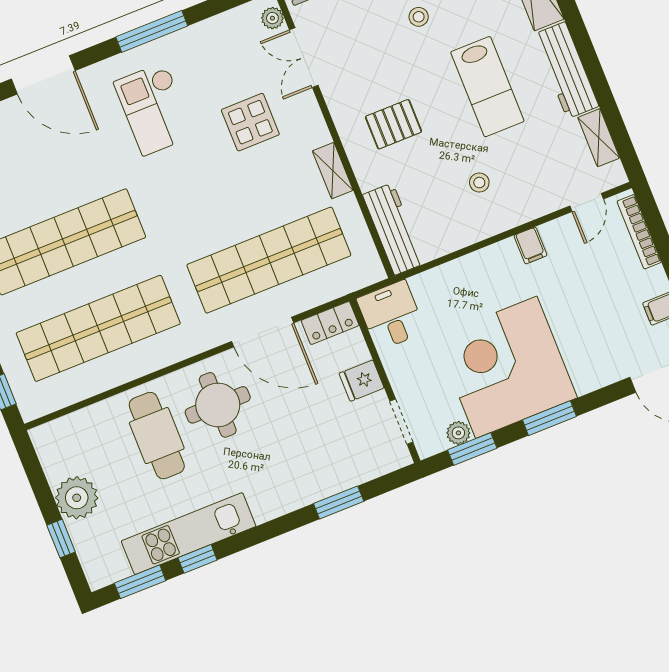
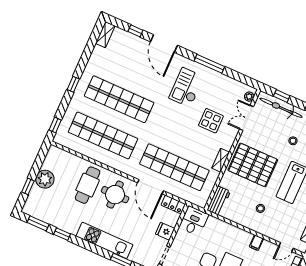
pallet: (393, 124) -> (253, 165), width x2.05, depth x2.00
workbench: (394, 229) -> (219, 201), width x0.73
kitchen unit: (189, 534) -> (104, 240), moved

